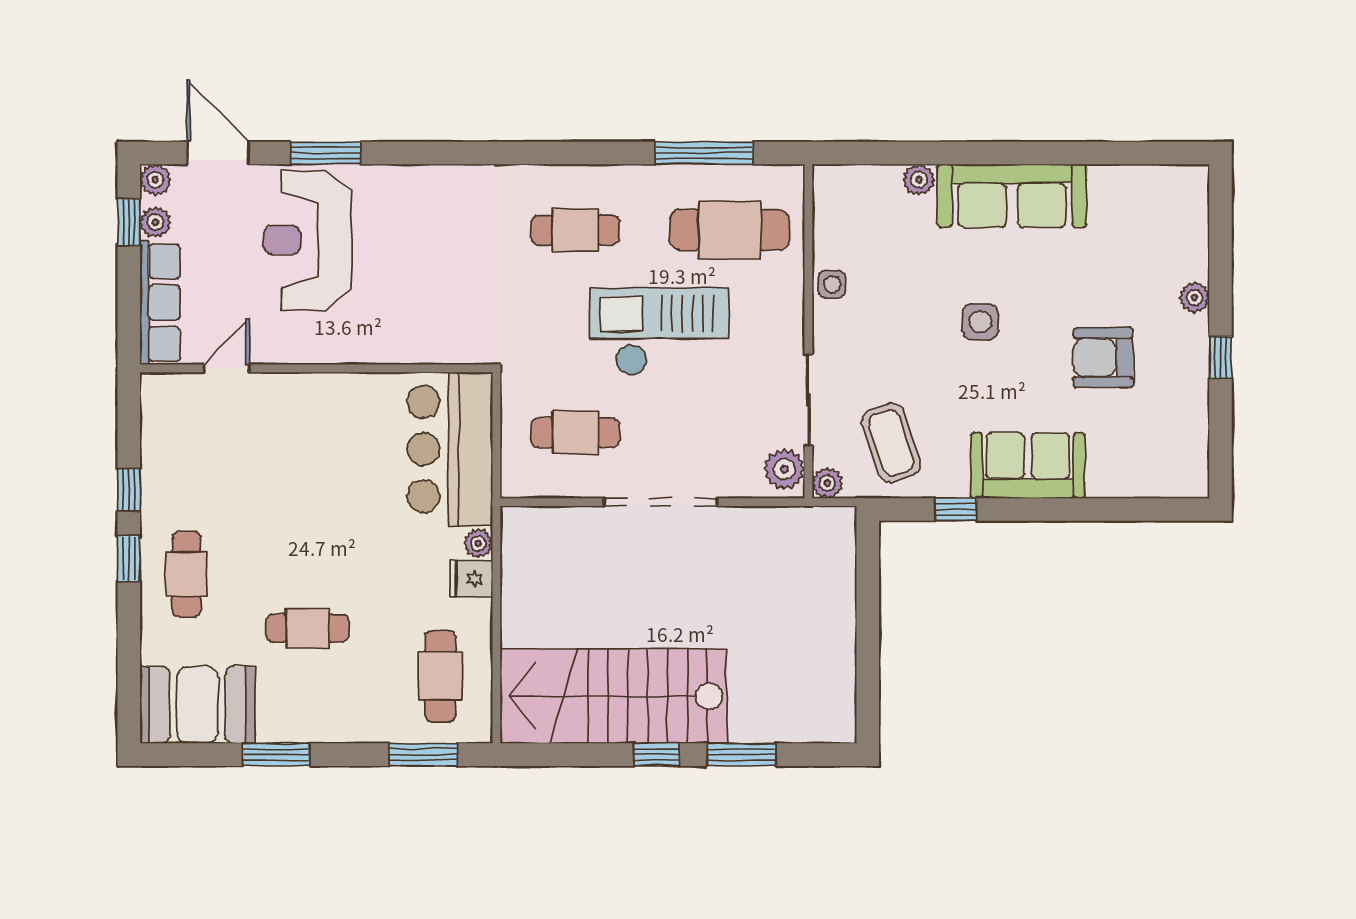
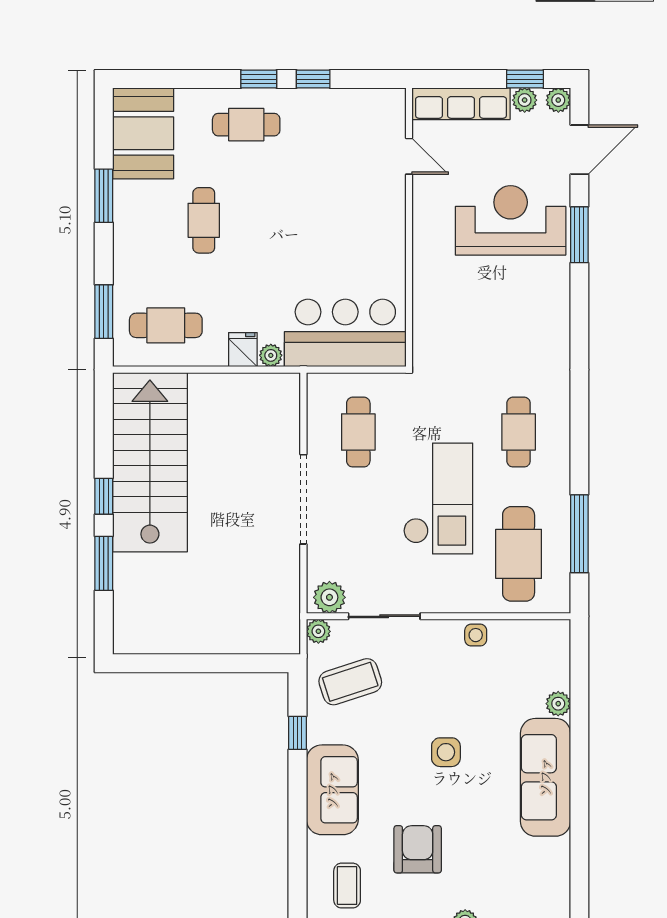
coffee table: (1149, 447) -> (347, 886), added

